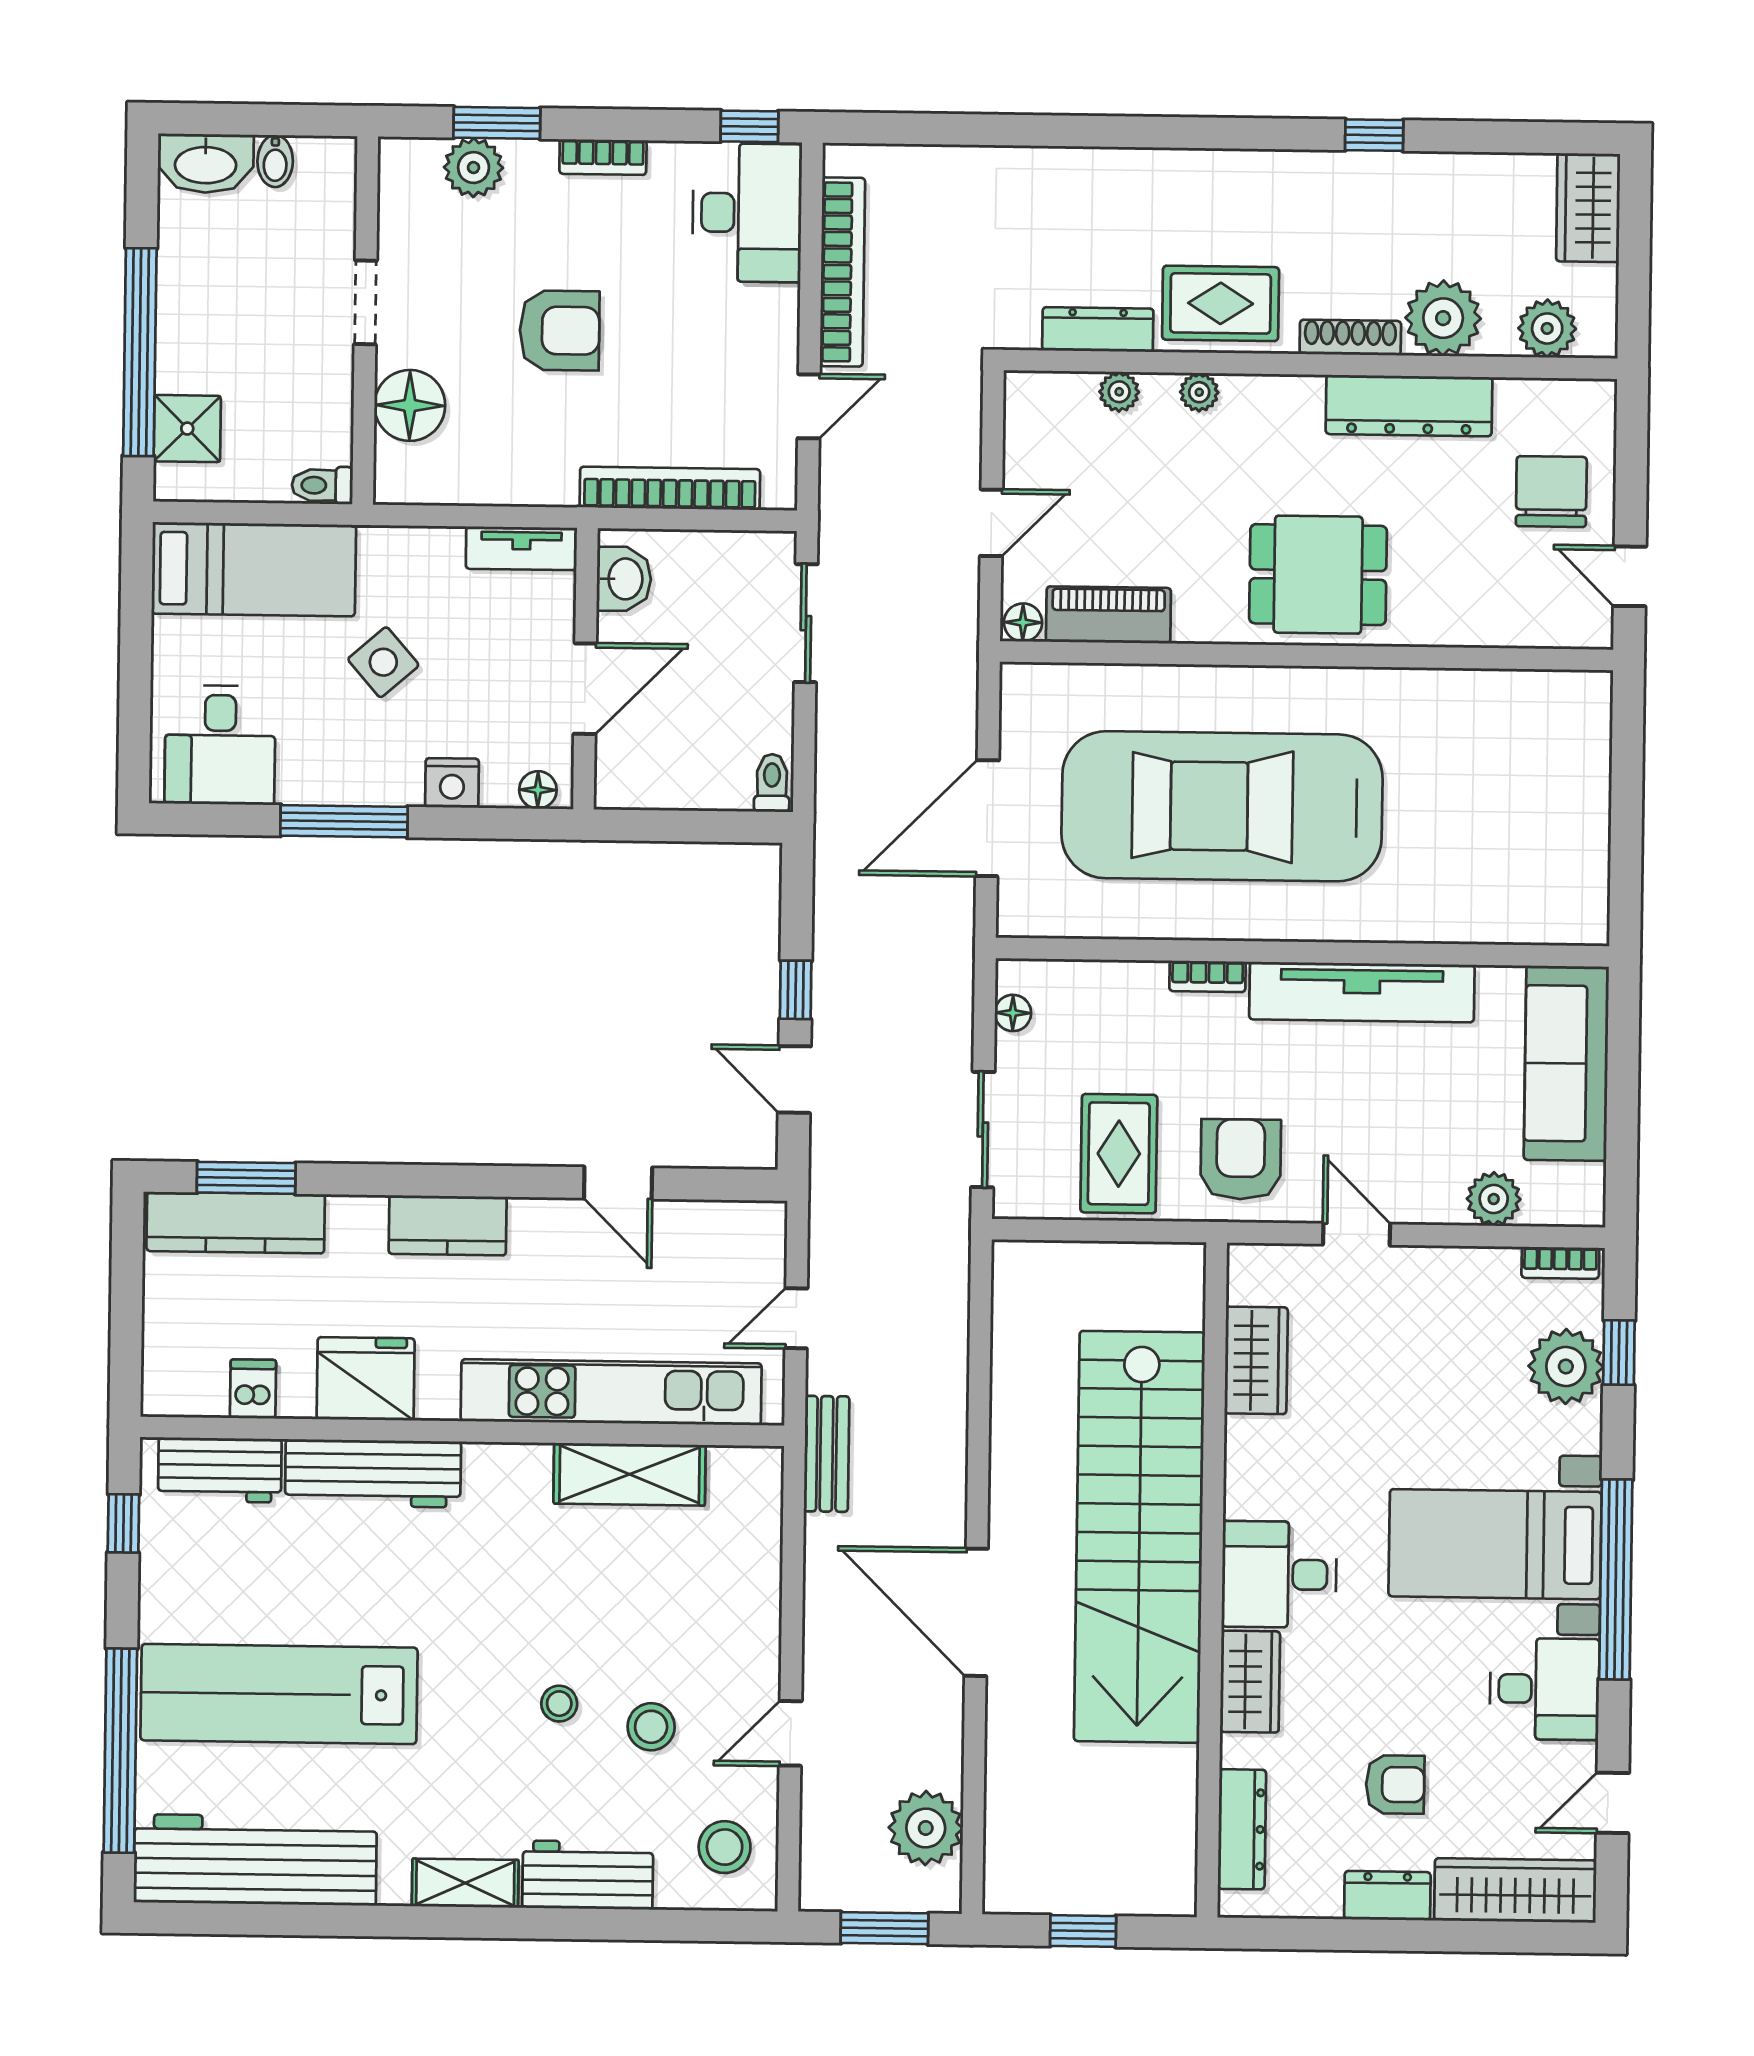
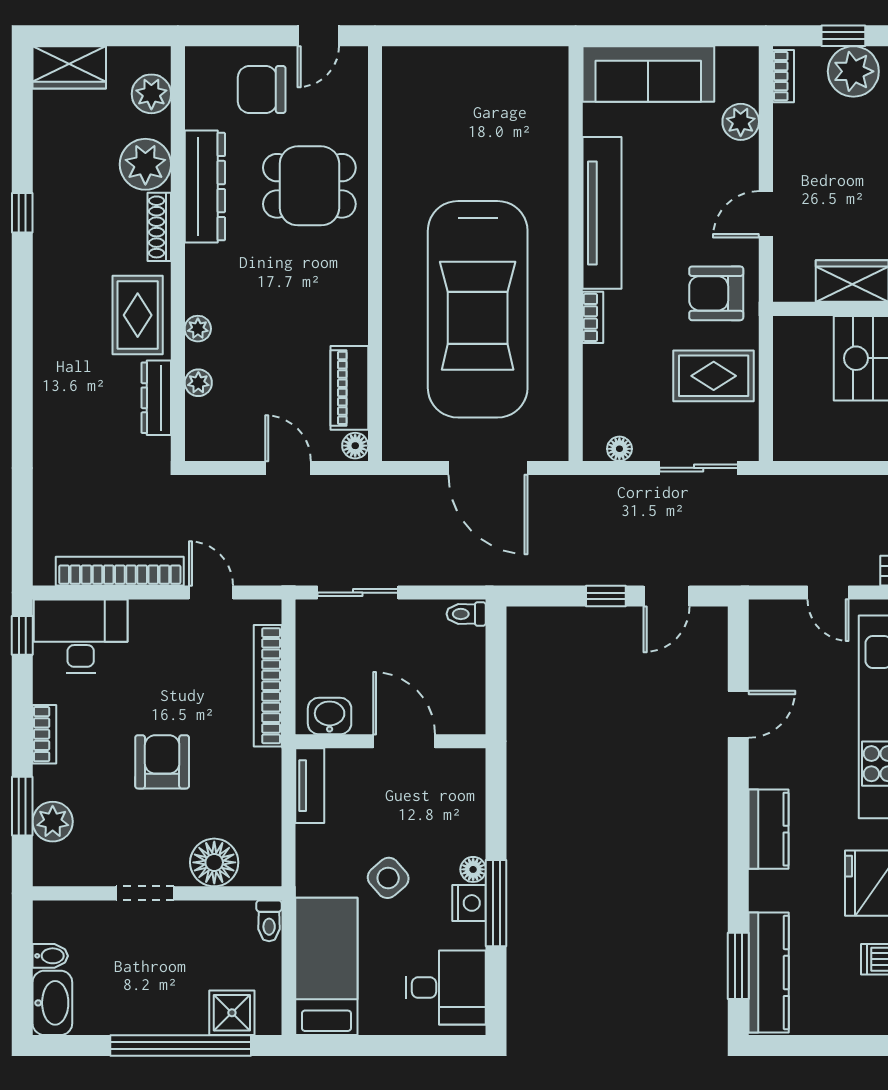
dining table: (1318, 575) -> (309, 186), moved, turned 90
nightstand: (452, 783) -> (469, 903), moved
floor lamp: (538, 790) -> (473, 869), moved

